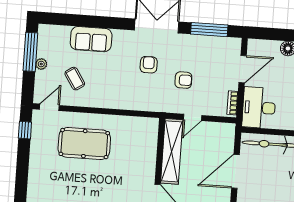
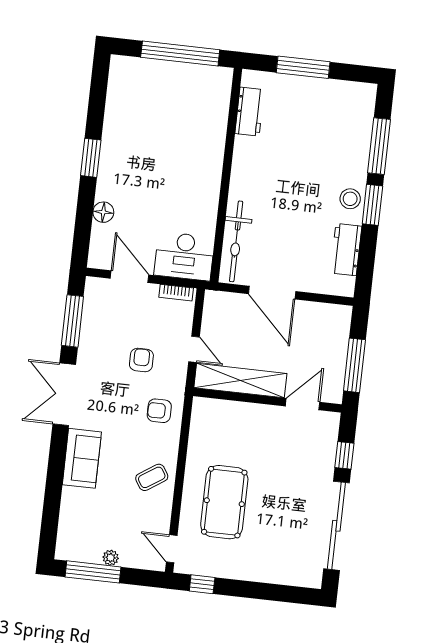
sofa: (91, 39) -> (82, 458), moved
armchair: (149, 65) -> (159, 411), moved
coffee table: (75, 79) -> (152, 477), moved

